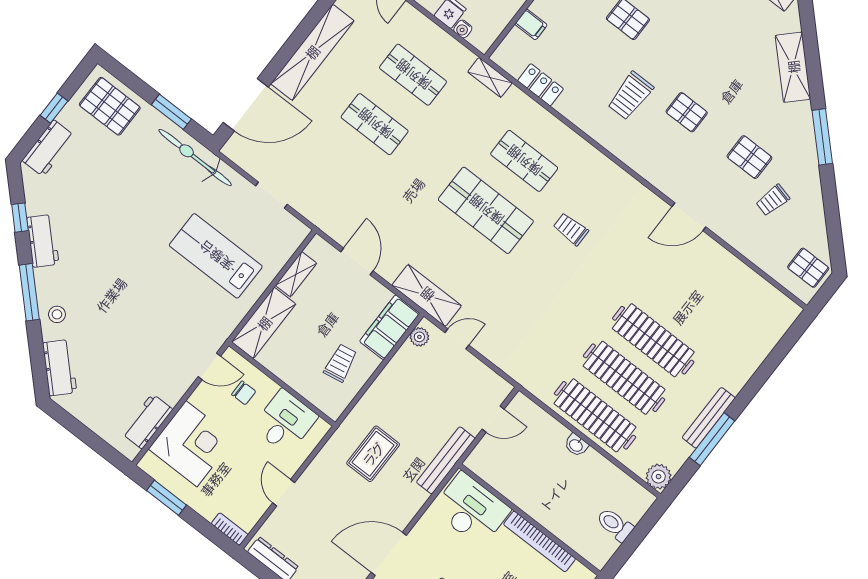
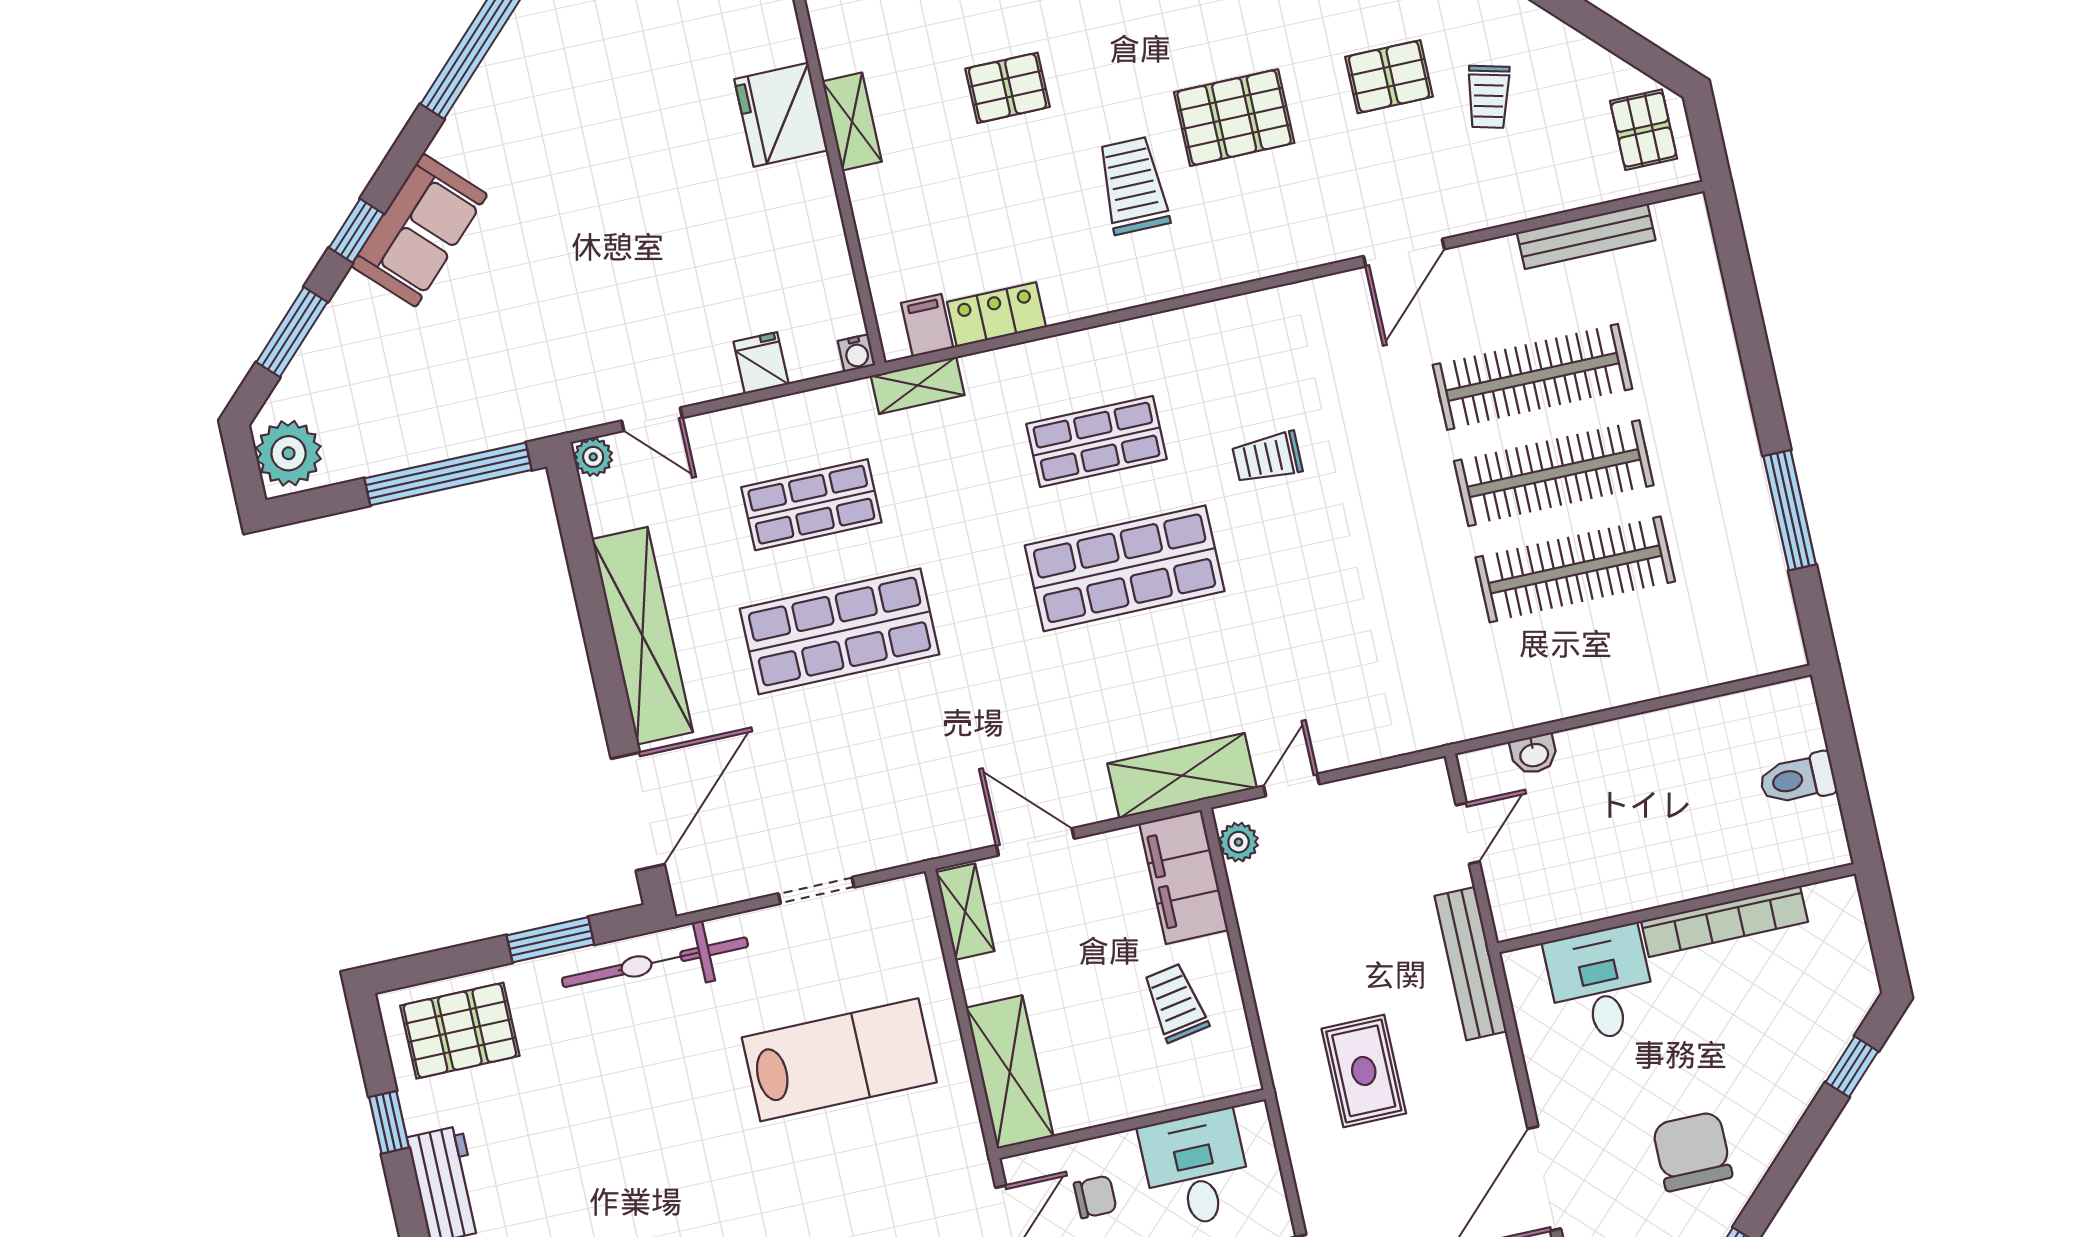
filing cabinet: (531, 24) -> (927, 325), moved, turned -90
water cooler: (463, 29) -> (857, 353), moved
trolley: (630, 96) -> (1133, 186), turned 180
pallet: (687, 112) -> (1234, 118), width x1.50, depth x1.42
shop shelf: (375, 124) -> (840, 631), width x1.43, depth x1.36
lab bench: (216, 256) -> (839, 1060), turned 180
pallet: (808, 268) -> (1644, 130), turned 90
shelving: (296, 274) -> (965, 912), moved
clothes rail: (595, 415) -> (1532, 377), moved
bench: (709, 418) -> (1586, 236), moved, turned 90
washbasin: (576, 445) -> (1534, 754), moved
plant: (659, 477) -> (1779, 645), removed
desk: (471, 509) -> (1601, 984), width x0.73

